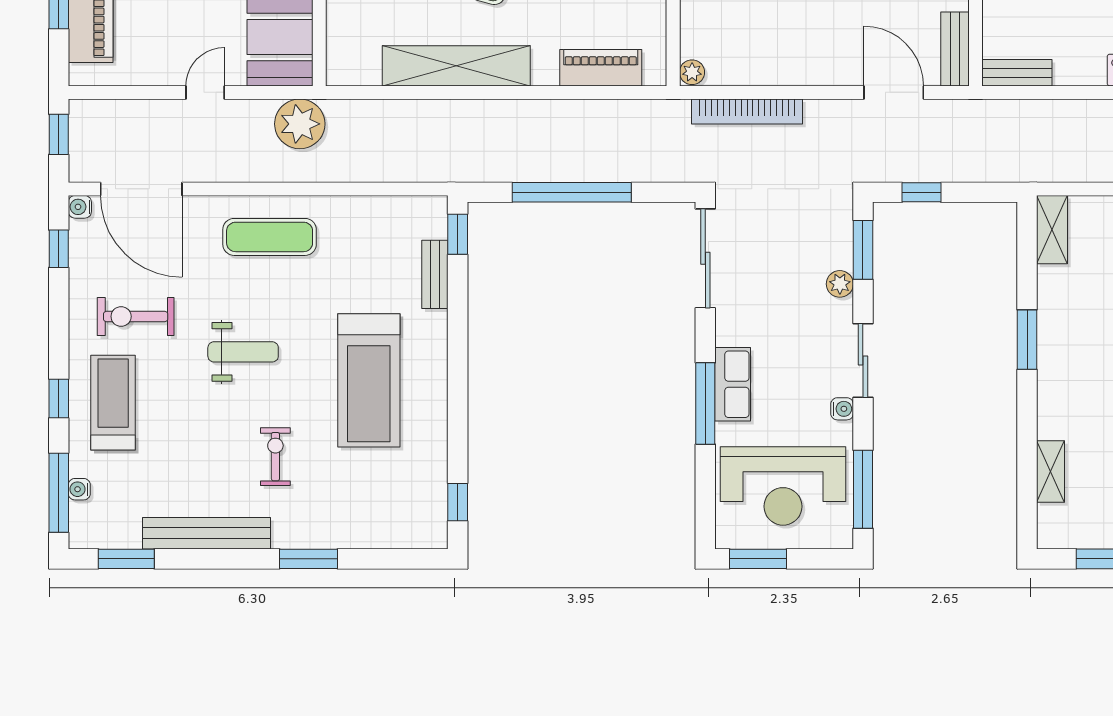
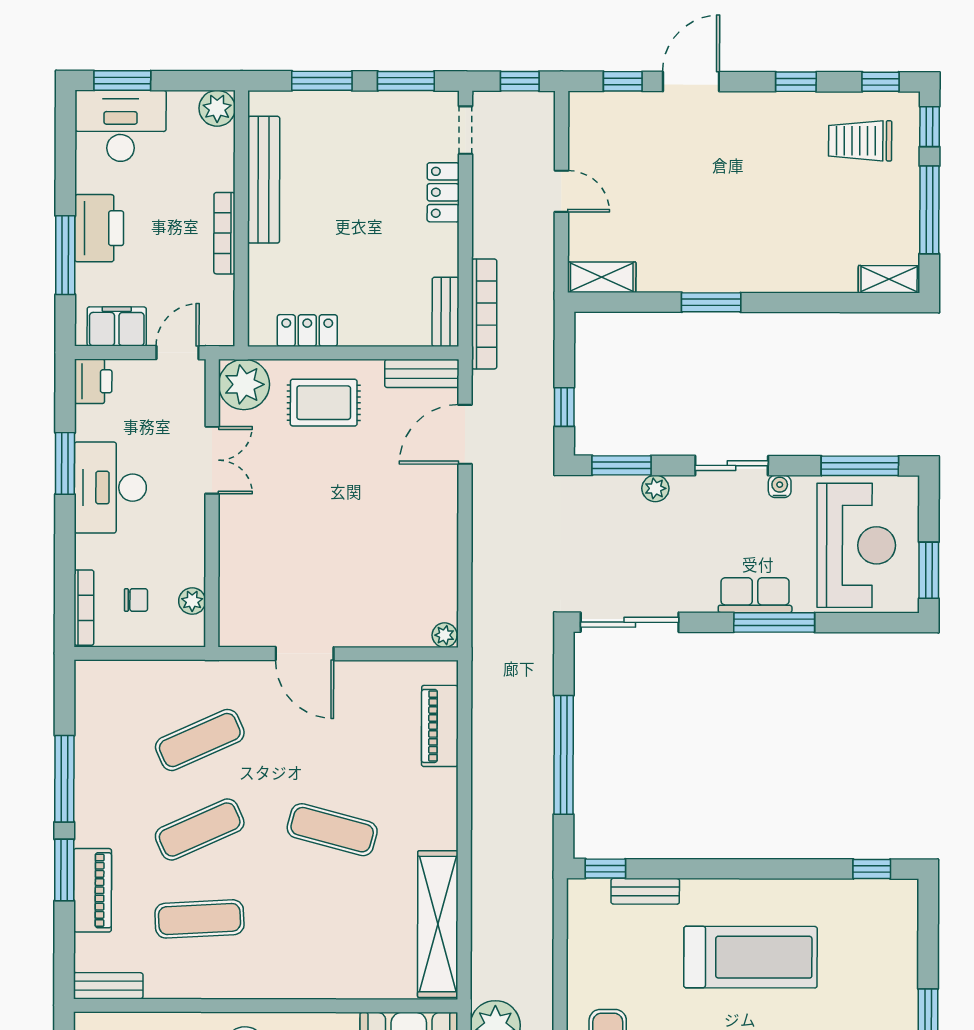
shelving: (456, 66) -> (438, 924), moved
bookcase: (747, 111) -> (484, 314), moved
shelving: (1051, 472) -> (889, 279), moved

